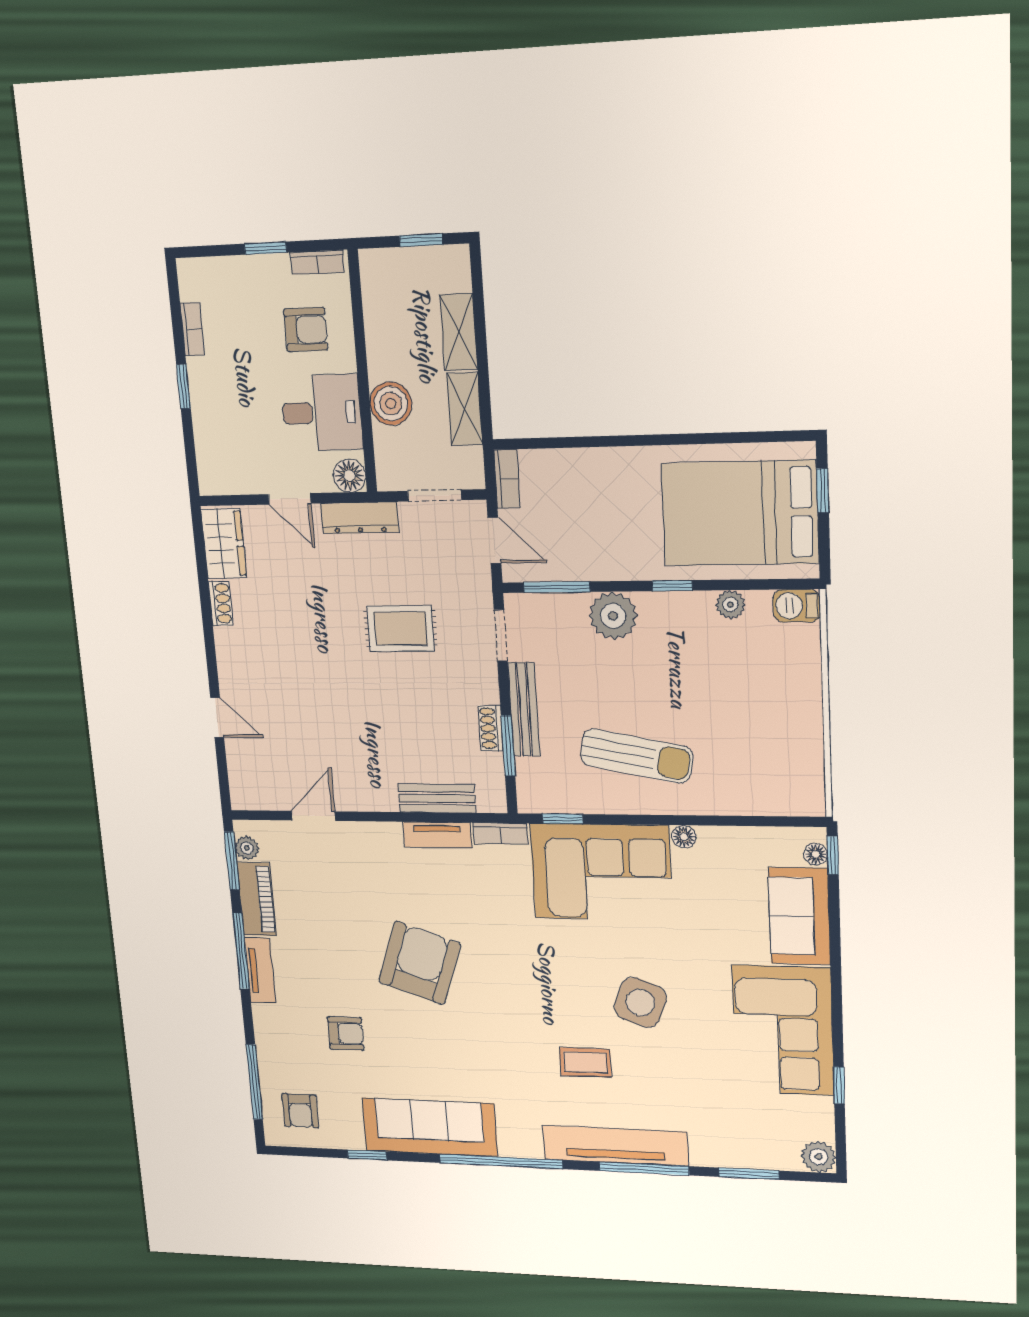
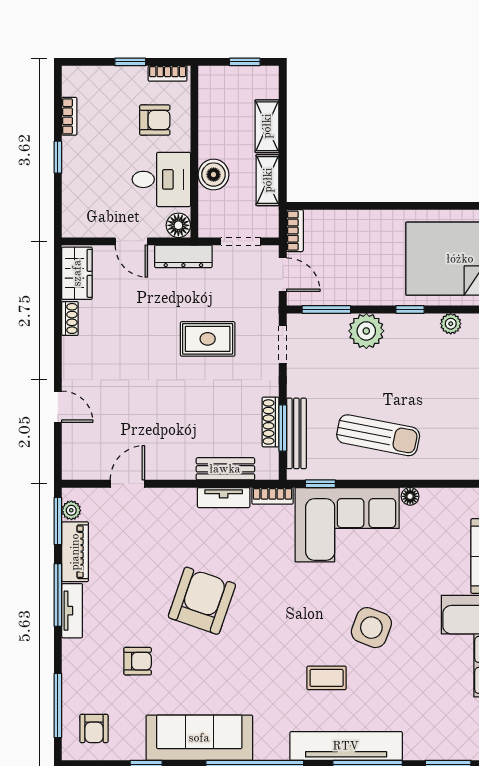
bench: (524, 710) -> (296, 433), moved
shoe rack: (491, 728) -> (271, 422), width x1.43

